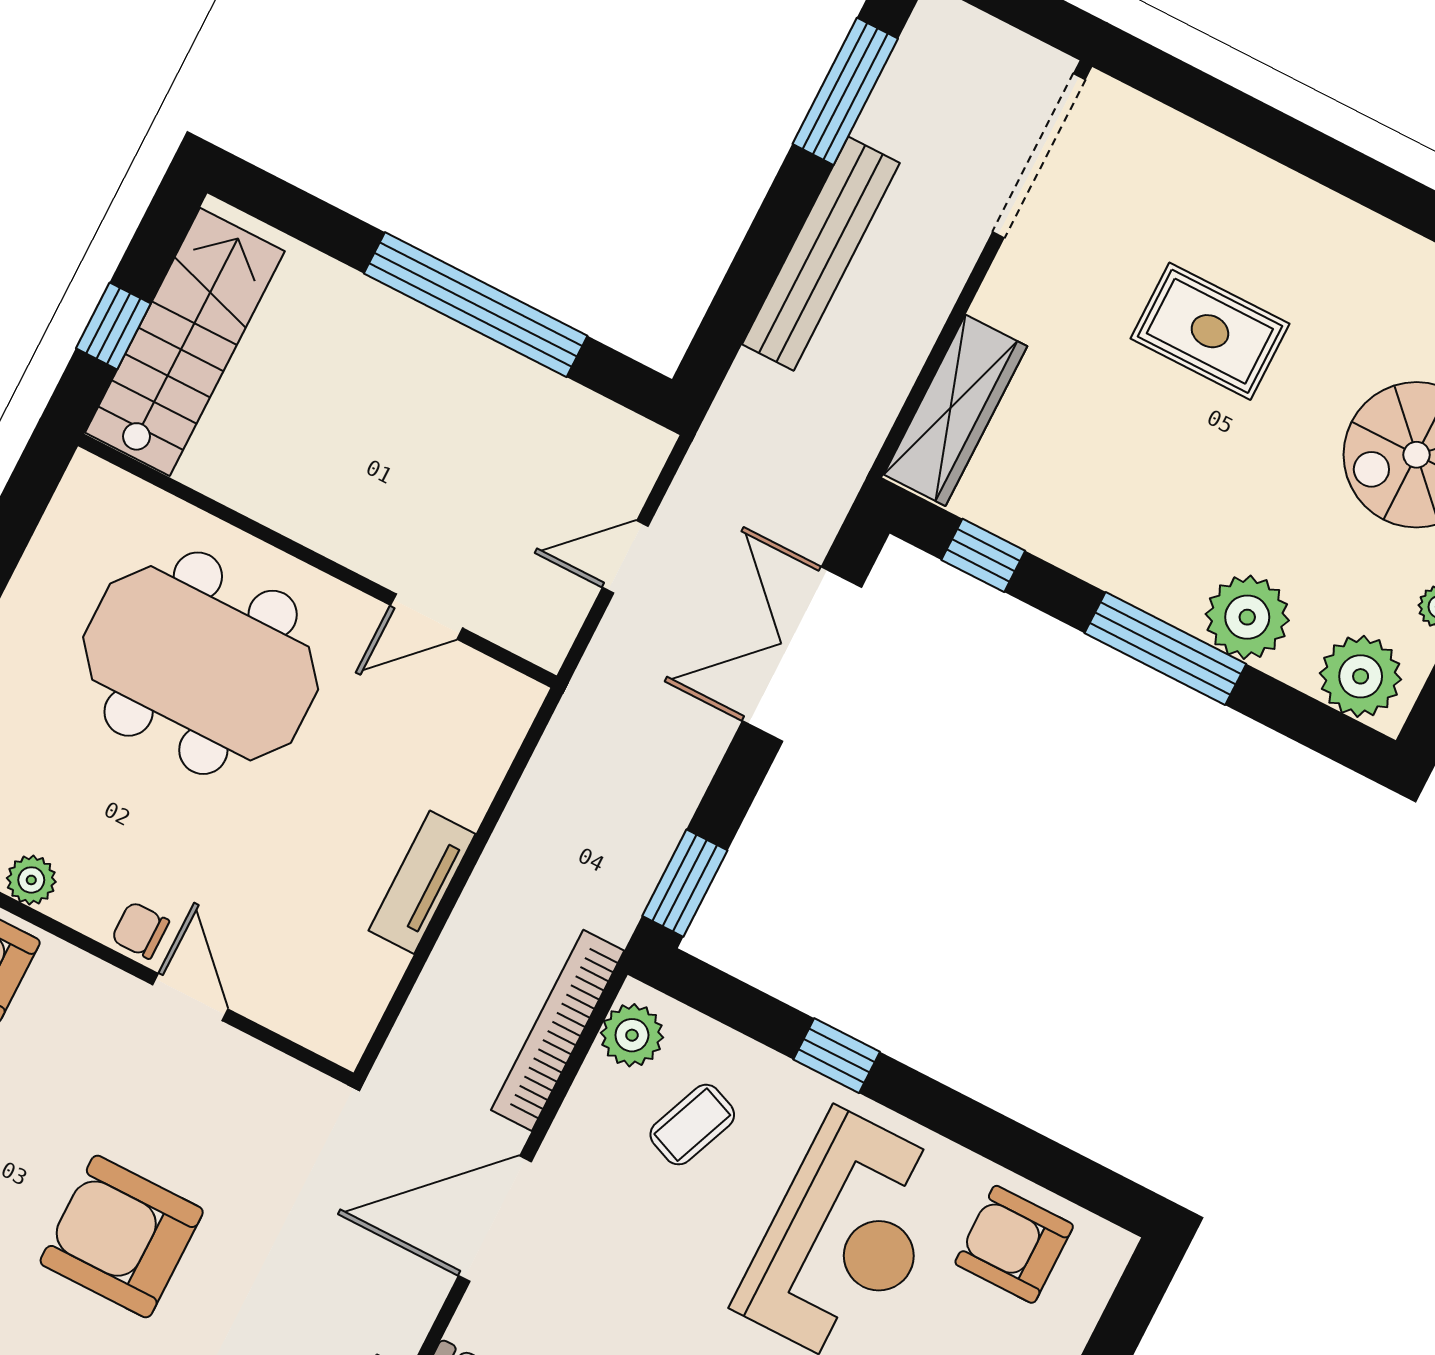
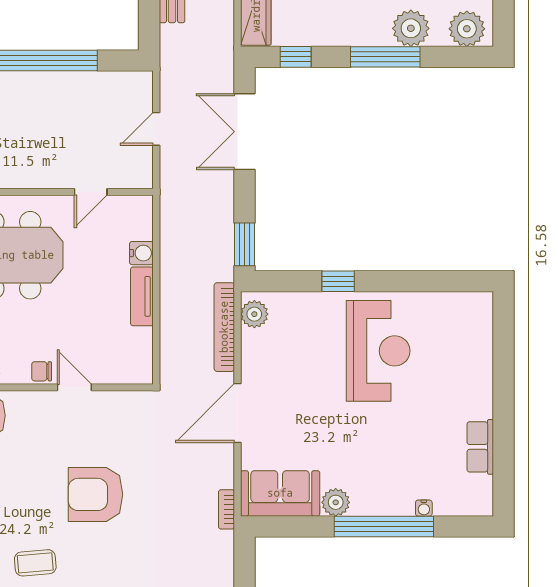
water cooler: (466, 794) -> (141, 253), added
coffee table: (692, 1125) -> (296, 337), removed
armchair: (1014, 1244) -> (445, 319), removed

